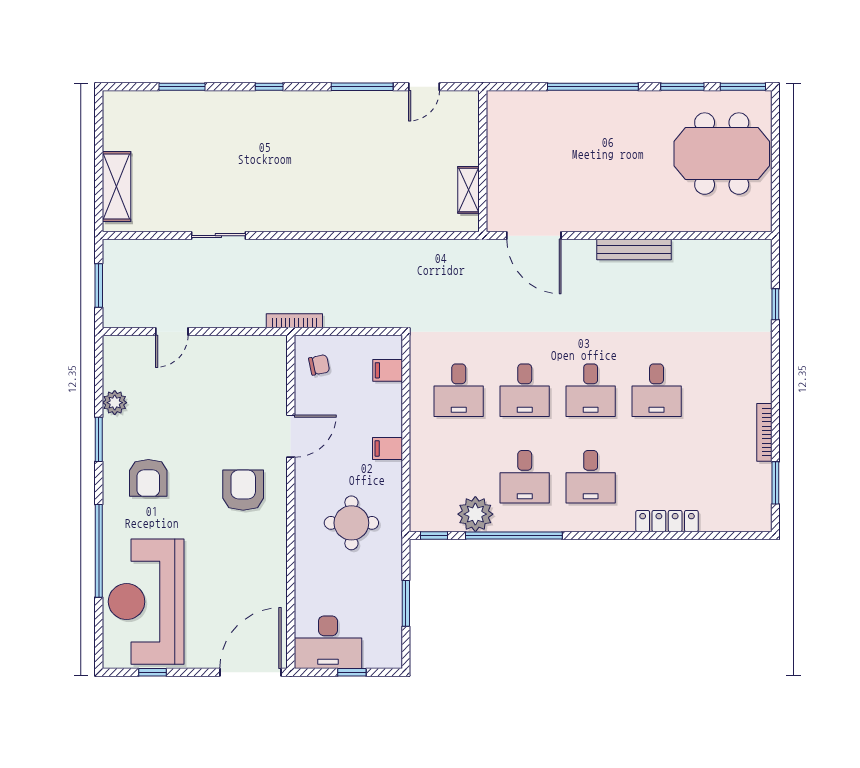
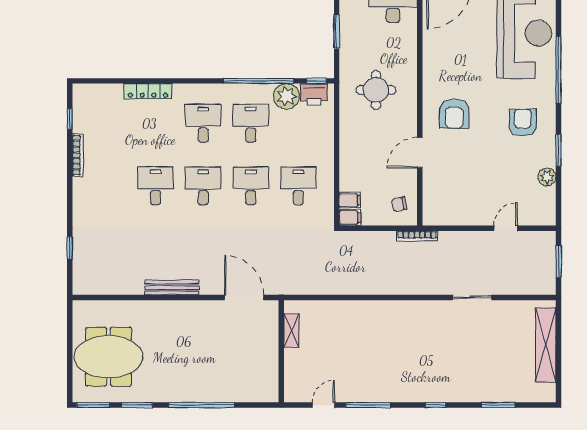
shelving: (116, 186) -> (546, 345), width x1.47
filing cabinet: (387, 448) -> (350, 218), moved
window: (775, 483) -> (70, 119), width x0.67
printer: (437, 517) -> (314, 94), added

